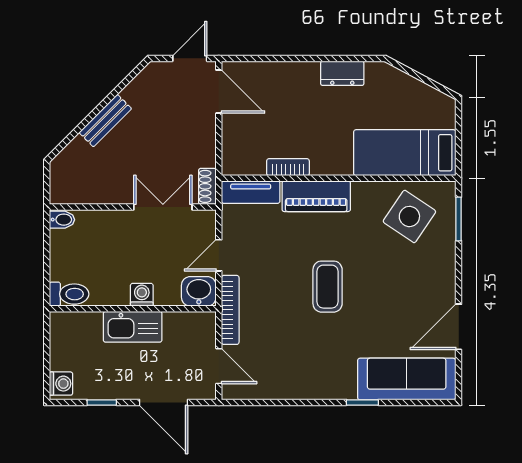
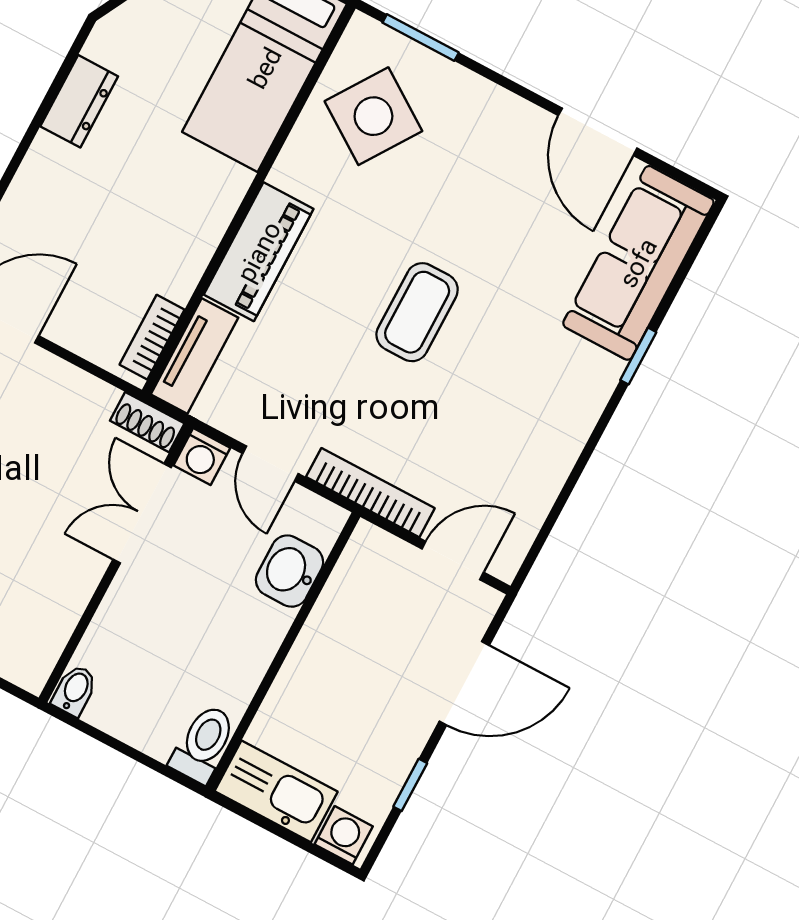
bookcase: (288, 167) -> (152, 337), moved
coffee table: (328, 287) -> (417, 312), turned 90
washbasin: (199, 291) -> (289, 571), moved
washing machine: (142, 295) -> (202, 457), moved, turned -90
kitchen sink: (133, 327) -> (276, 791), moved, turned -90

